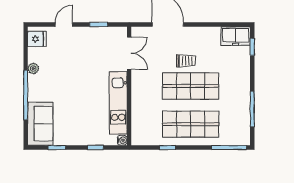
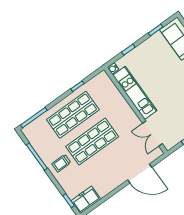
trolley: (186, 61) -> (61, 163), moved

